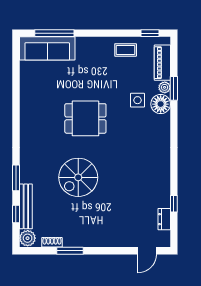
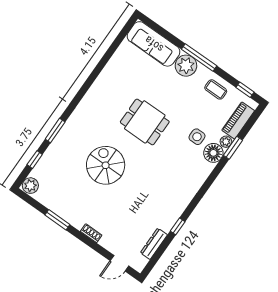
window: (54, 33) -> (199, 58), moved
plant: (87, 47) -> (186, 66), added
spiral stairs: (78, 177) -> (106, 165), turned 90
window: (174, 204) -> (178, 226), moved
bench: (26, 206) -> (47, 159), removed
dresser: (164, 219) -> (154, 244), width x1.44
shoe rack: (52, 242) -> (91, 233), moved

